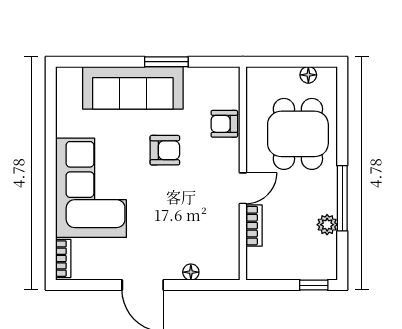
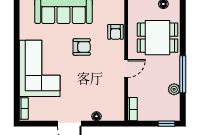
armchair: (224, 124) -> (116, 32), turned -90
dining table: (298, 134) -> (157, 38), turned 90
bookcase: (254, 226) -> (132, 109), moved

